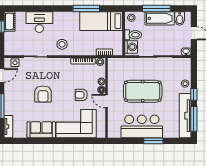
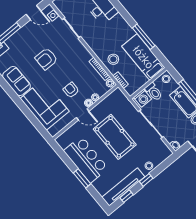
stool: (62, 44) -> (113, 59), moved
door: (106, 101) -> (83, 114), swing flipped
window: (194, 119) -> (126, 196), width x0.46

